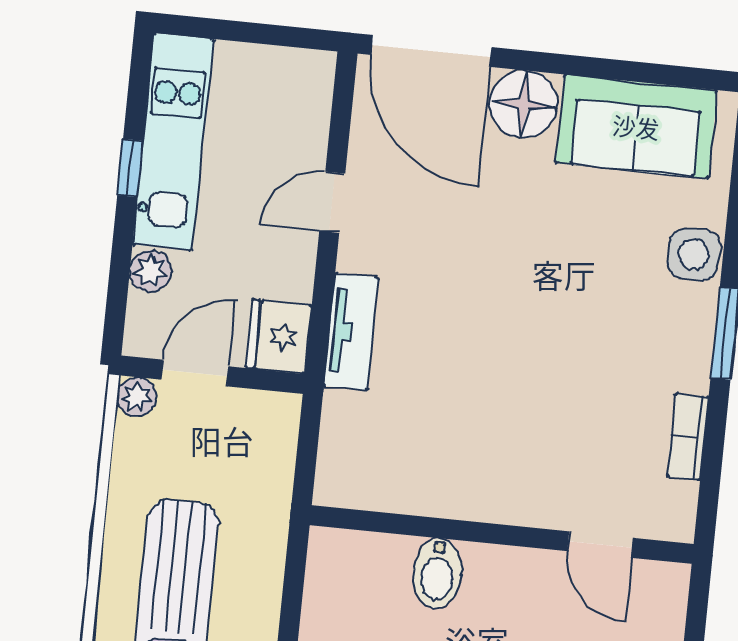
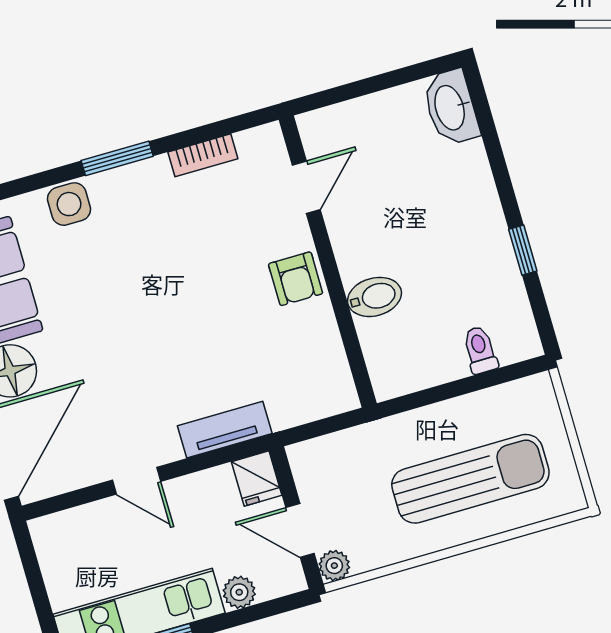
fridge: (279, 337) -> (257, 478), width x0.72
armchair: (497, 488) -> (296, 279), added

